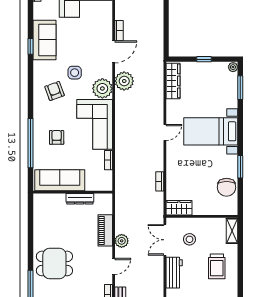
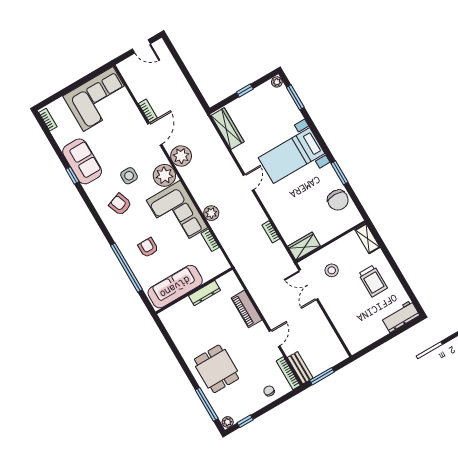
plant: (122, 241) -> (211, 213), moved
dining table: (54, 263) -> (217, 369), turned 90
workbench: (174, 273) -> (336, 311), removed

